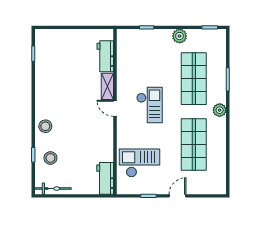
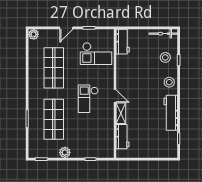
workbench: (43, 87) -> (171, 113), added
plant: (220, 110) -> (34, 34), moved

